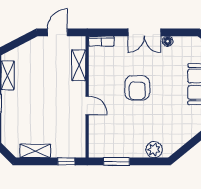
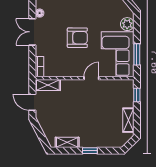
double door: (144, 32) -> (32, 32), swing flipped
shelving: (79, 65) -> (48, 85), moved
corner sofa: (117, 138) -> (118, 54), added

